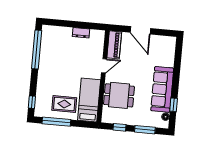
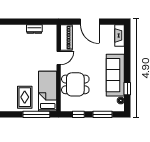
fireplace: (171, 48) -> (120, 35), added
rug: (64, 104) -> (25, 97), turned 90
window: (56, 122) -> (36, 114), moved

